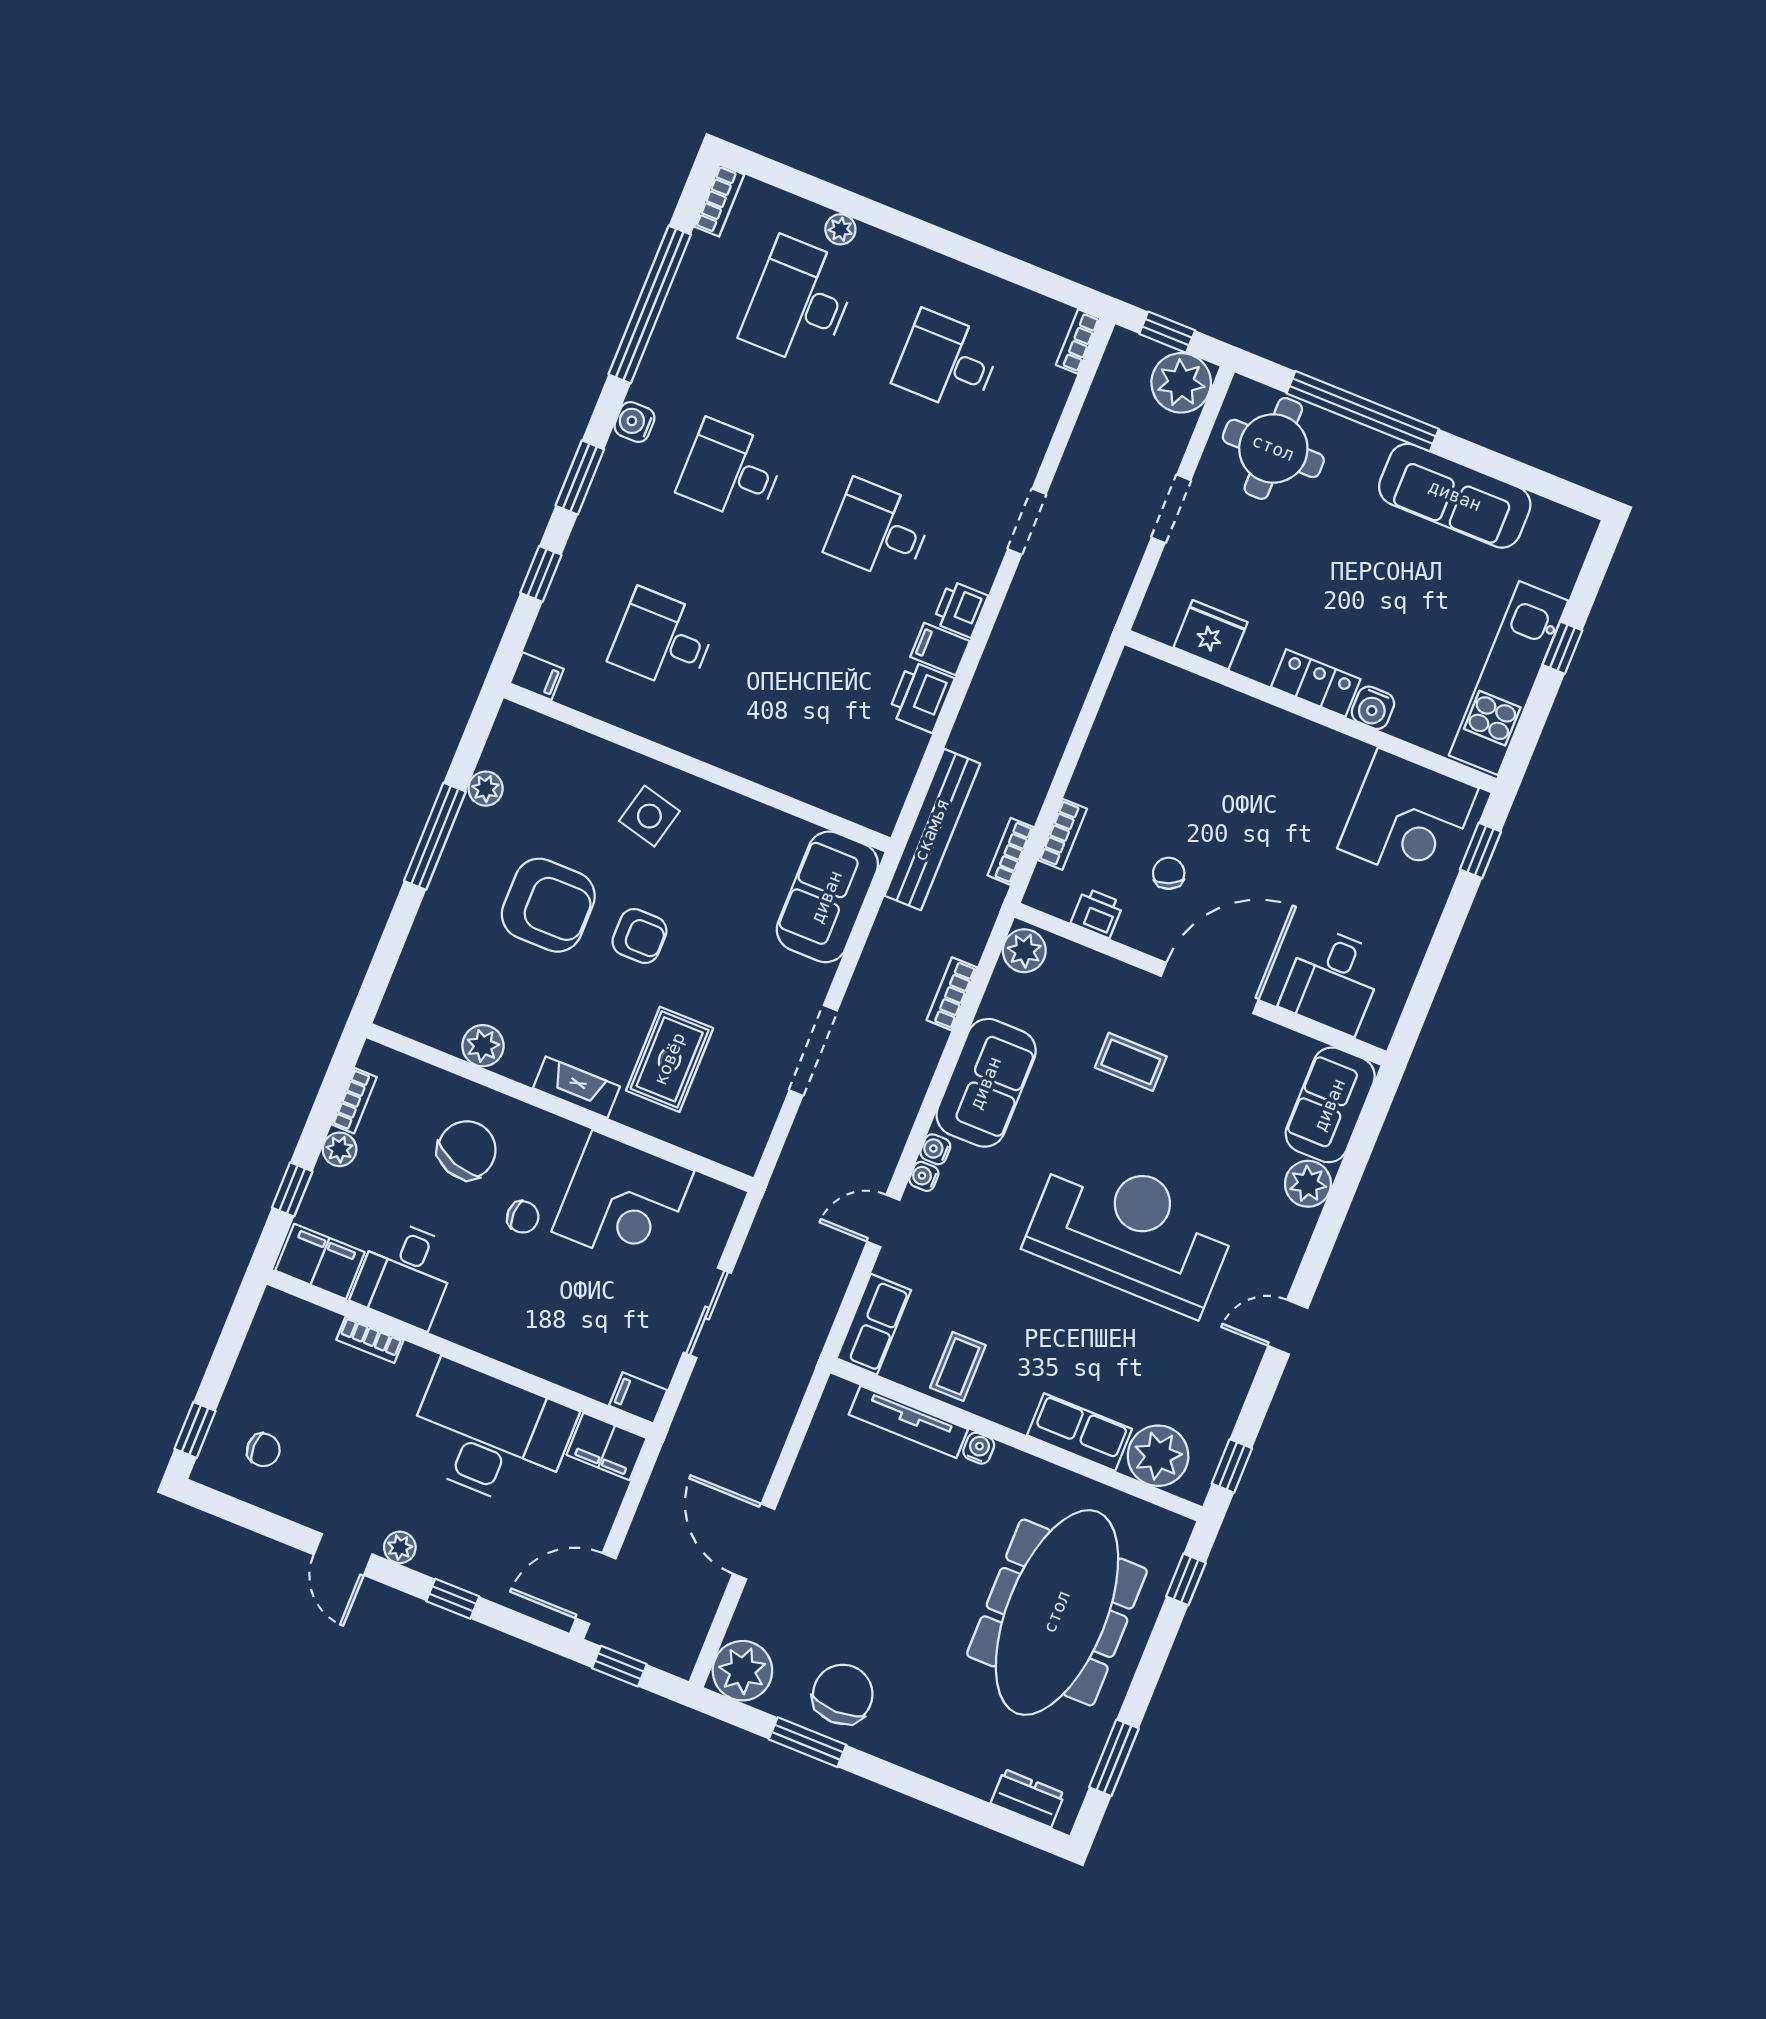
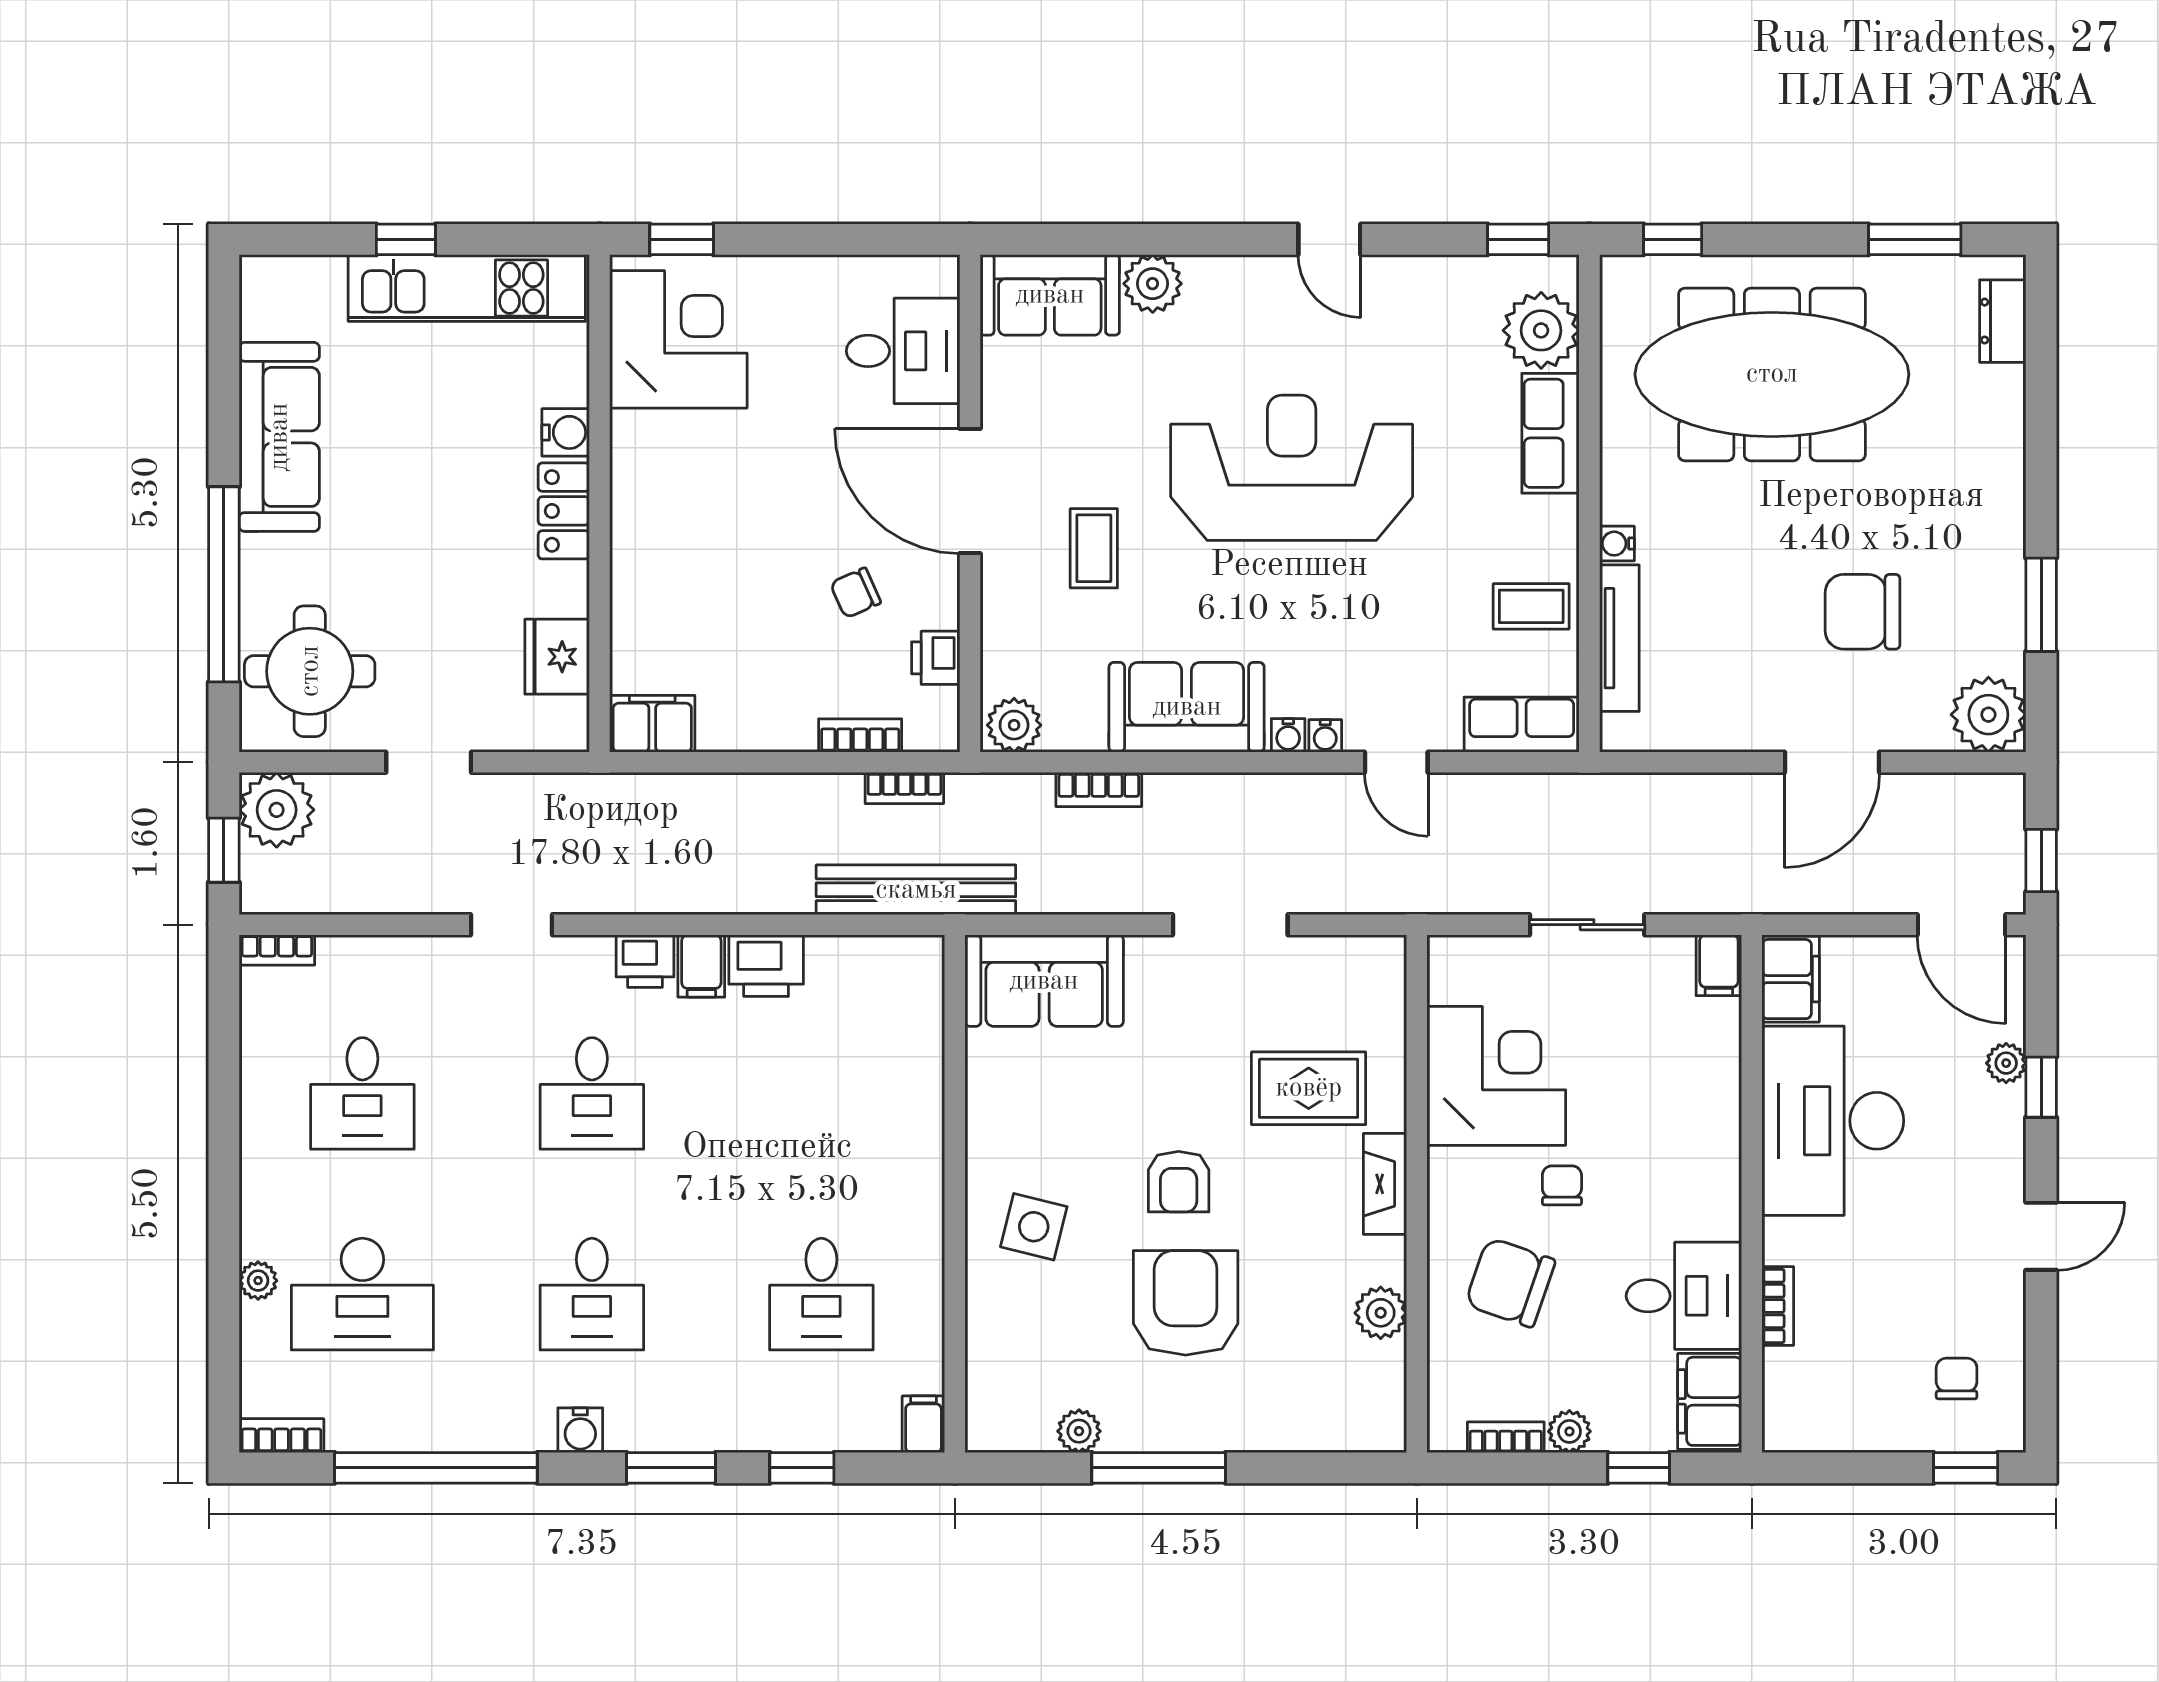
filing cabinet: (1133, 685) -> (652, 724), added
armchair: (639, 936) -> (1179, 1182), turned 180
reception desk: (1131, 1231) -> (1292, 468), turned 90
plant: (400, 1547) -> (2006, 1063), moved
chair: (843, 1694) -> (1863, 612), moved

